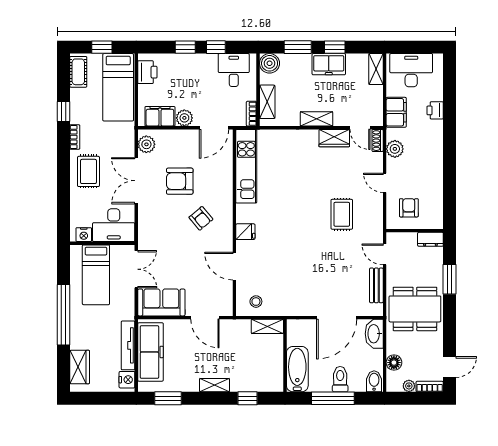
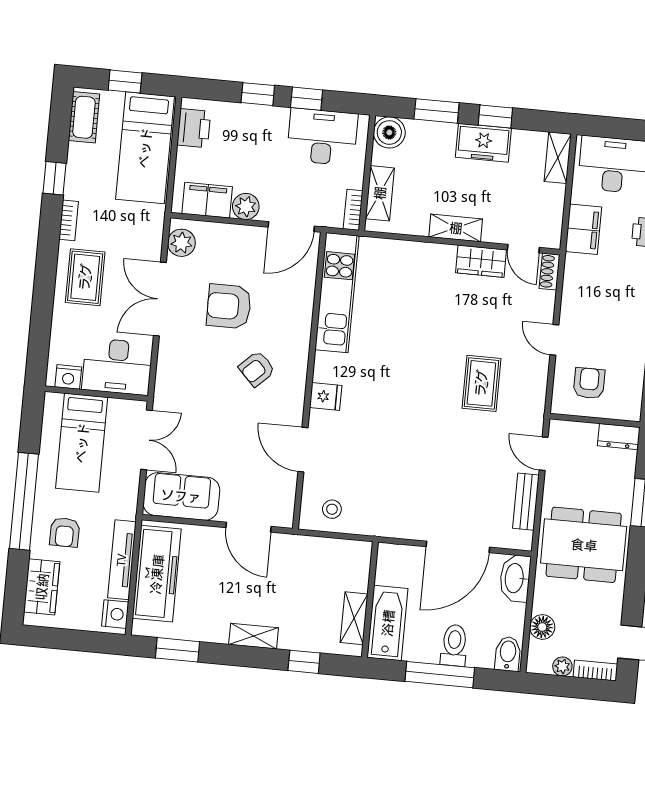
desk: (234, 70) -> (322, 137), width x1.37
plant: (395, 149) -> (576, 287), removed
armchair: (201, 218) -> (257, 369), turned 86
shelving: (267, 326) -> (354, 618), moved, turned 90
armchair: (91, 332) -> (65, 532), added

